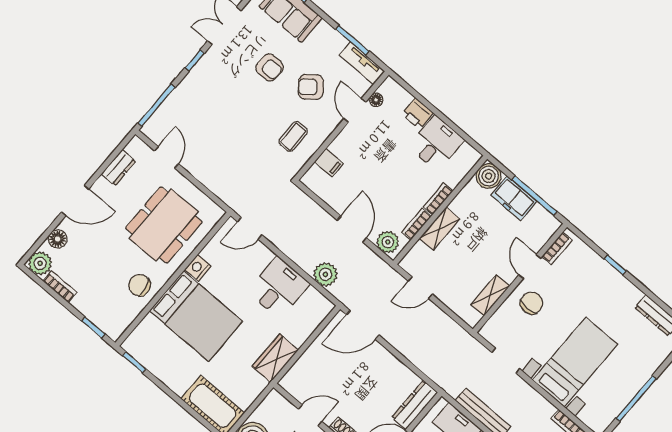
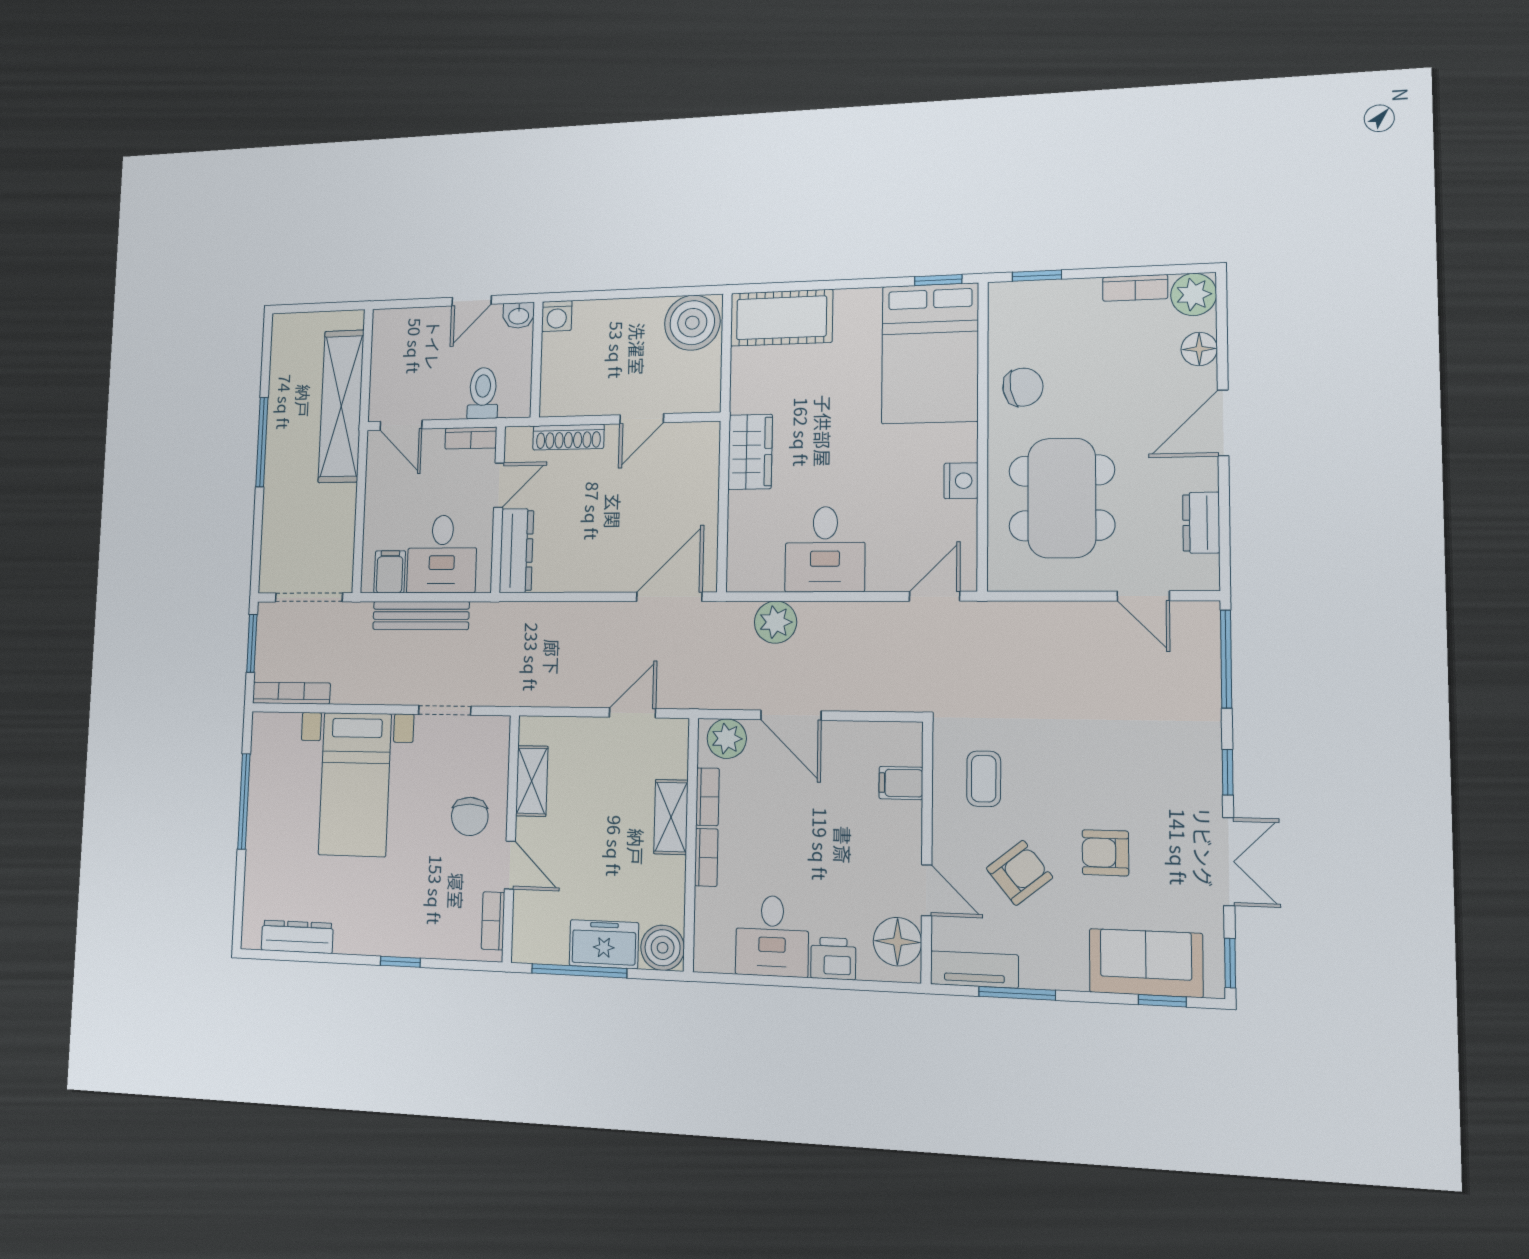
floor lamp: (376, 100) -> (897, 942), width x1.89, depth x1.89
bed: (196, 316) -> (930, 353), moved, turned -90

